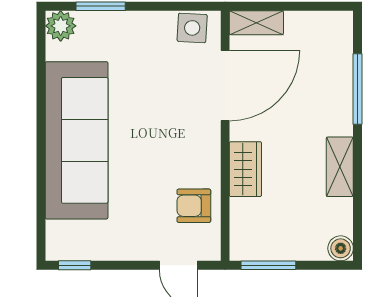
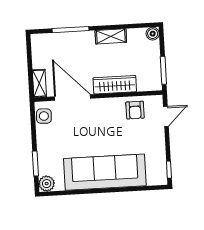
wardrobe: (245, 169) -> (115, 85), width x1.50

